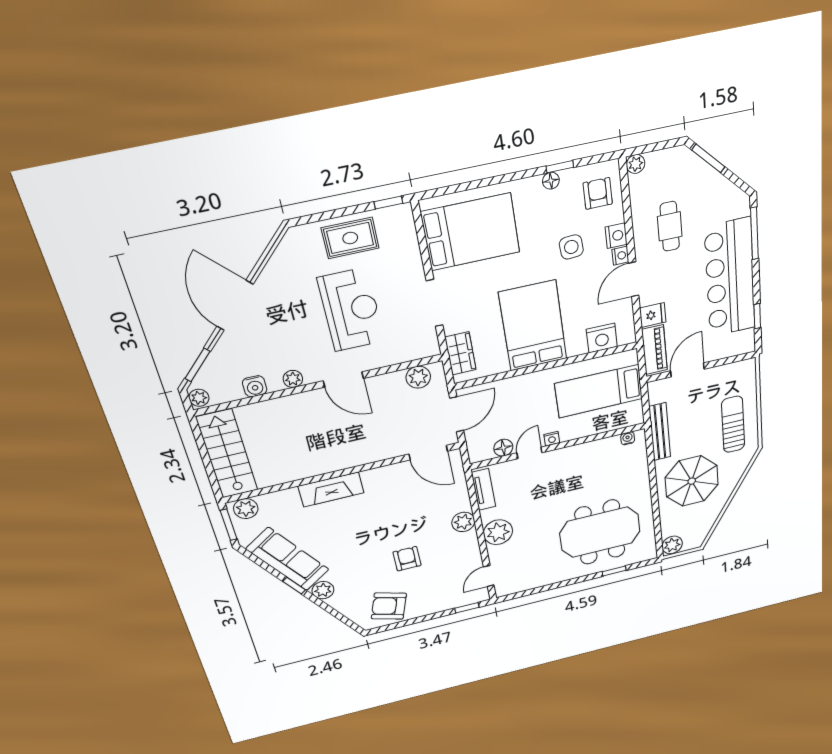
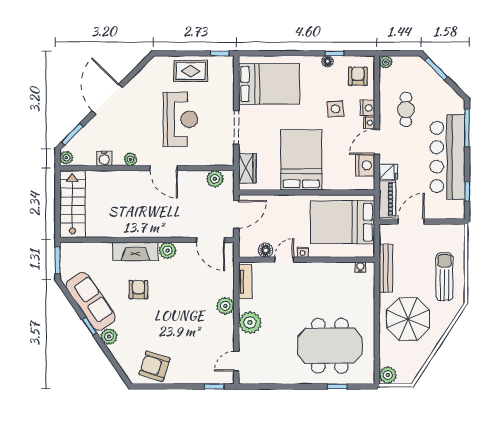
nightstand: (602, 338) -> (365, 165), moved, turned -90
bed: (599, 391) -> (343, 222), width x1.50
plant: (246, 509) -> (168, 251), moved
armchair: (407, 559) -> (139, 290), moved

